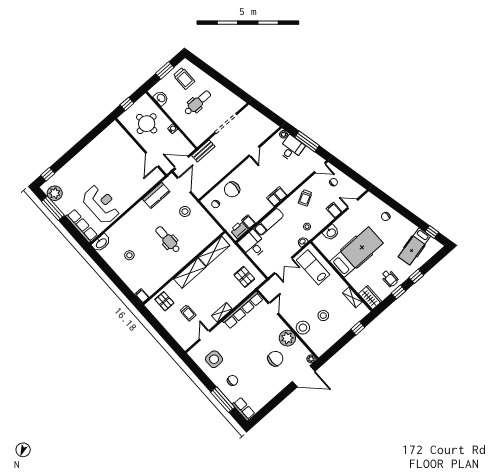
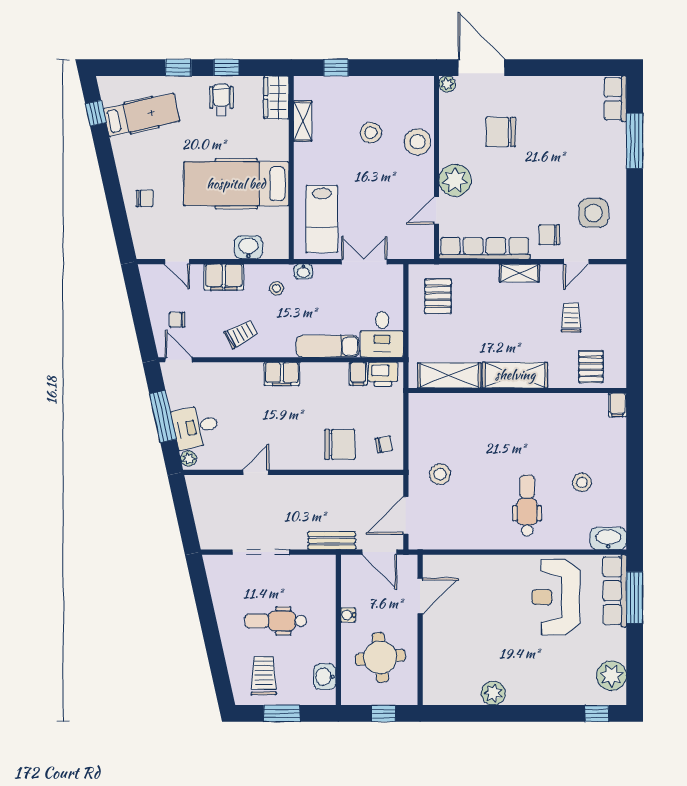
plant: (93, 148) -> (493, 693), added
kitchen counter: (156, 195) -> (462, 537), removed
window: (53, 208) -> (635, 598), moved
filing cabinet: (334, 210) -> (224, 277), width x2.00
dental chair: (168, 239) -> (527, 506), moved, turned 180
plant: (287, 338) -> (455, 180), moved
chair: (233, 381) -> (549, 235), moved

